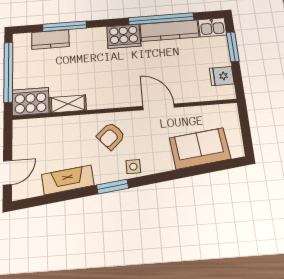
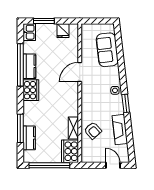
kitchen counter: (169, 31) -> (29, 66), width x0.67
armchair: (111, 136) -> (93, 131), moved

